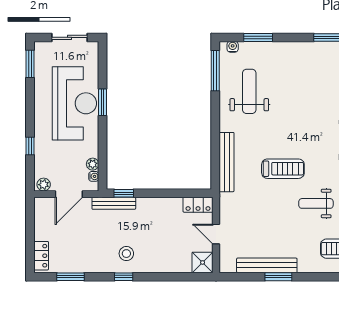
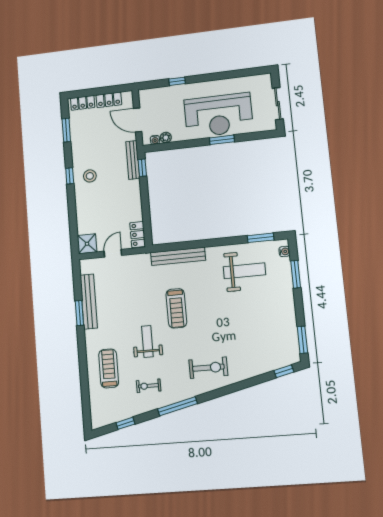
window: (30, 64) -> (250, 72), removed
window: (215, 71) -> (261, 238), width x0.69
plant: (44, 185) -> (144, 97), removed
locker: (41, 225) -> (109, 100), added

